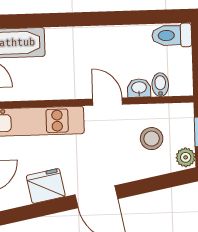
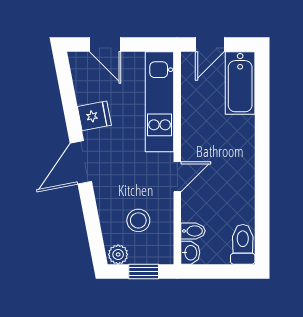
washbasin: (139, 88) -> (190, 253), moved
fridge: (46, 186) -> (94, 116), width x0.72

